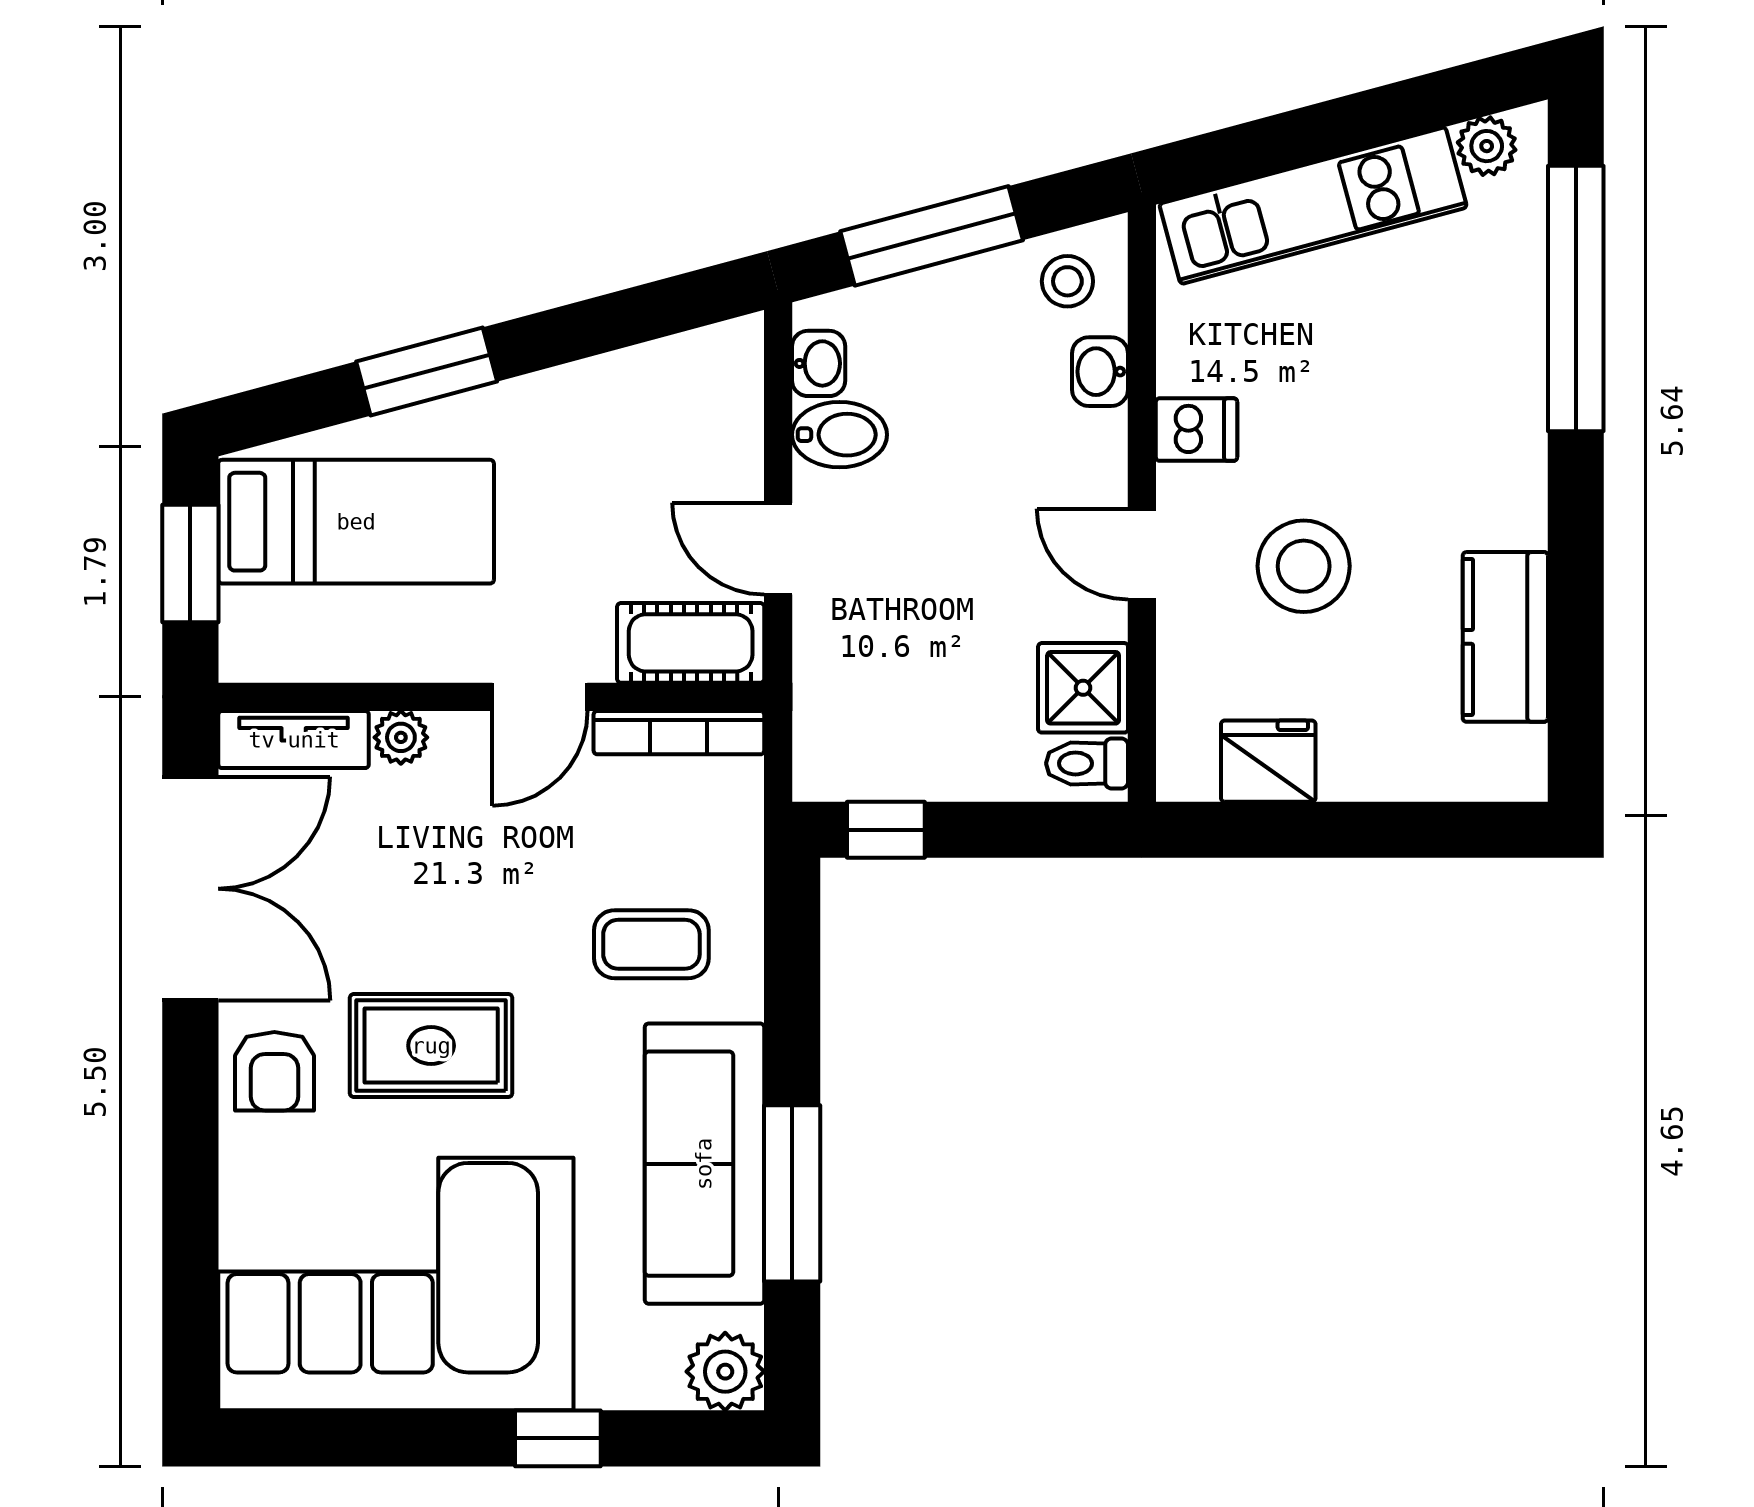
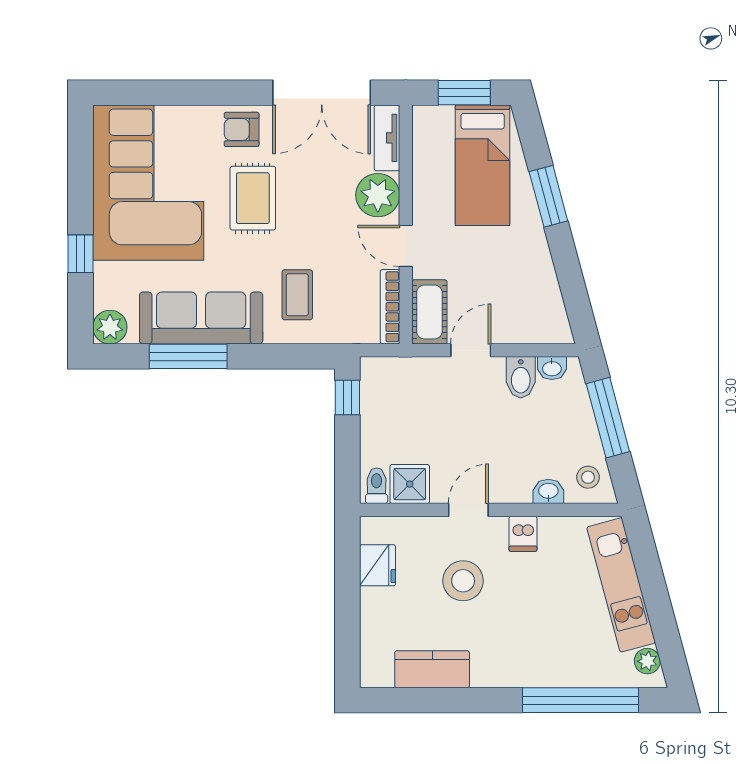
plant: (401, 737) -> (378, 195), width x1.88, depth x1.88

